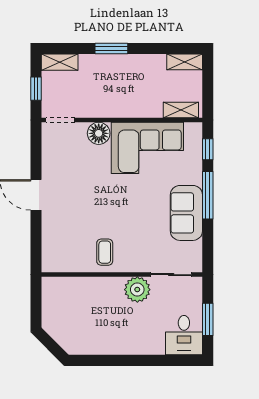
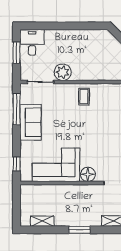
shelving: (185, 62) -> (42, 221), moved
shelving: (181, 110) -> (34, 190), removed
window: (208, 195) -> (17, 109), moved

